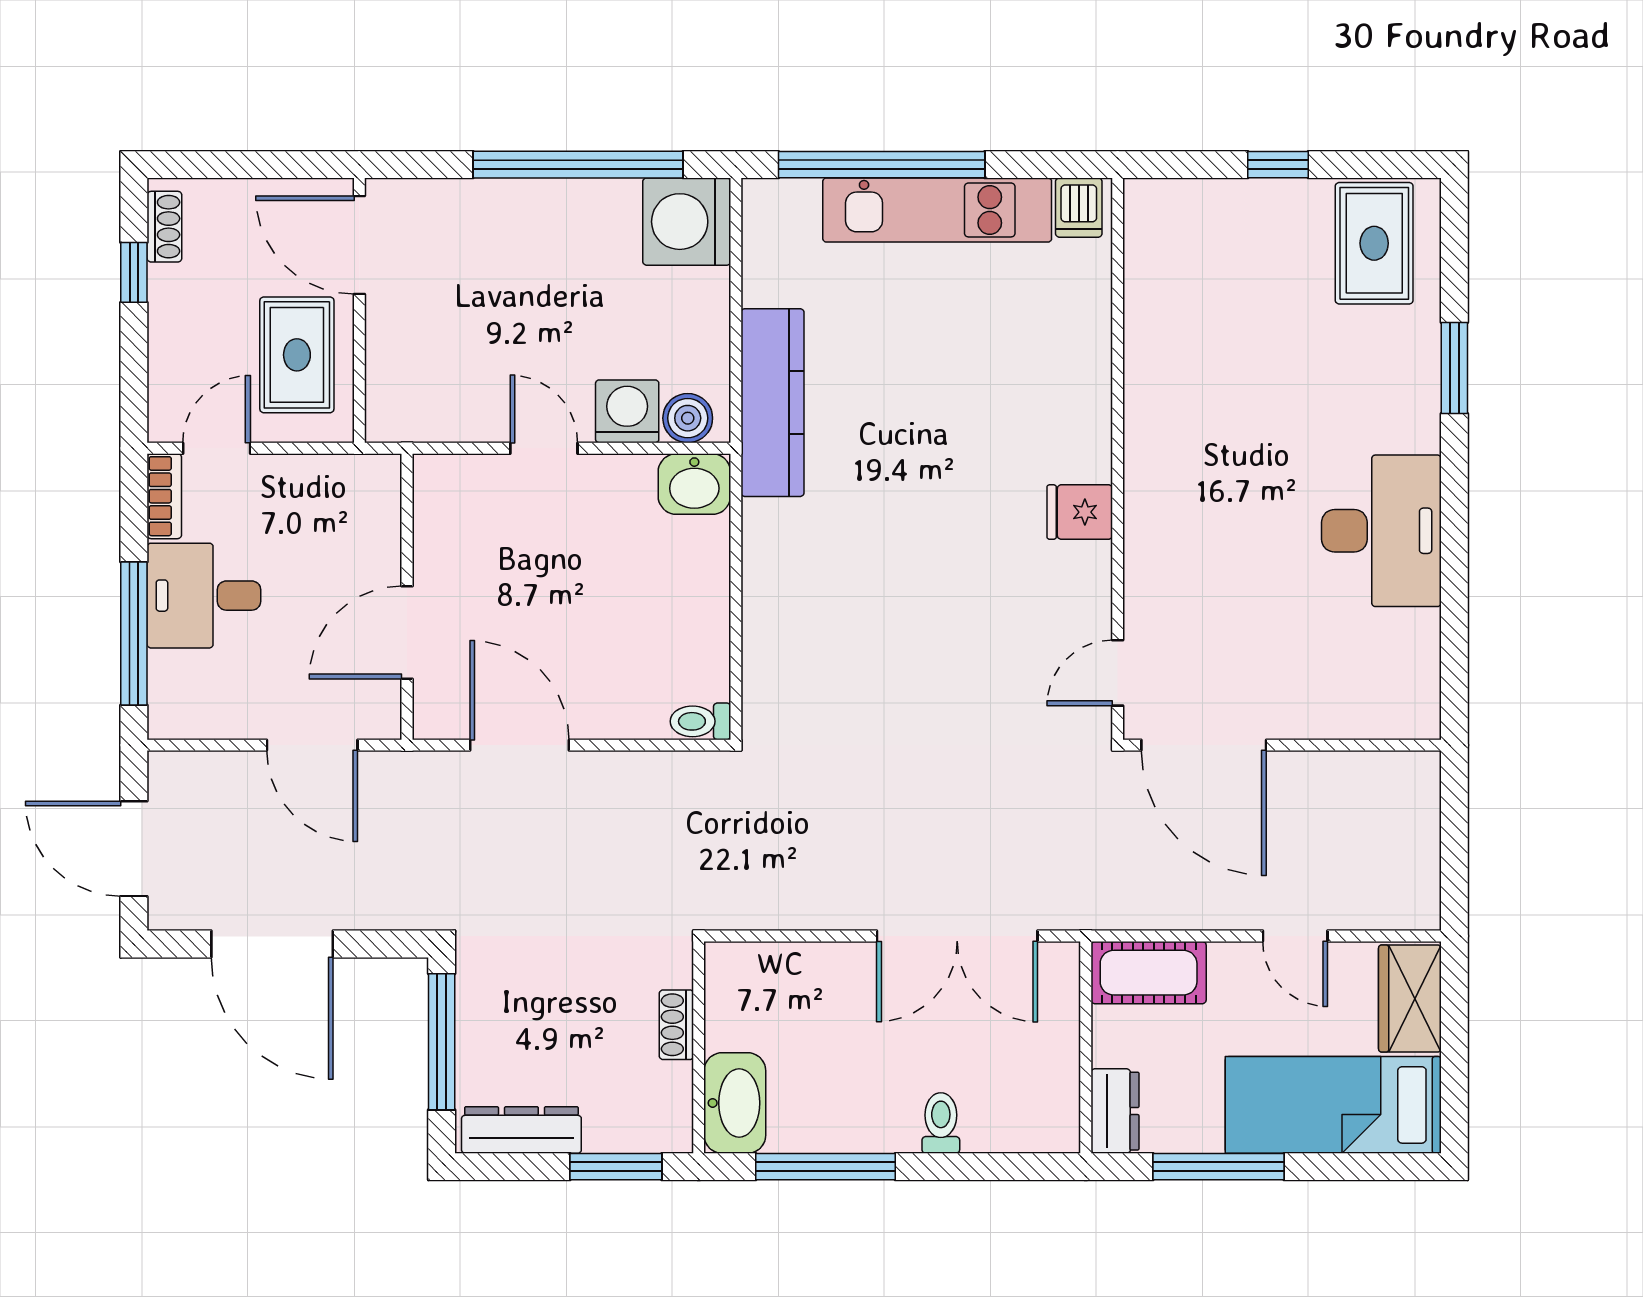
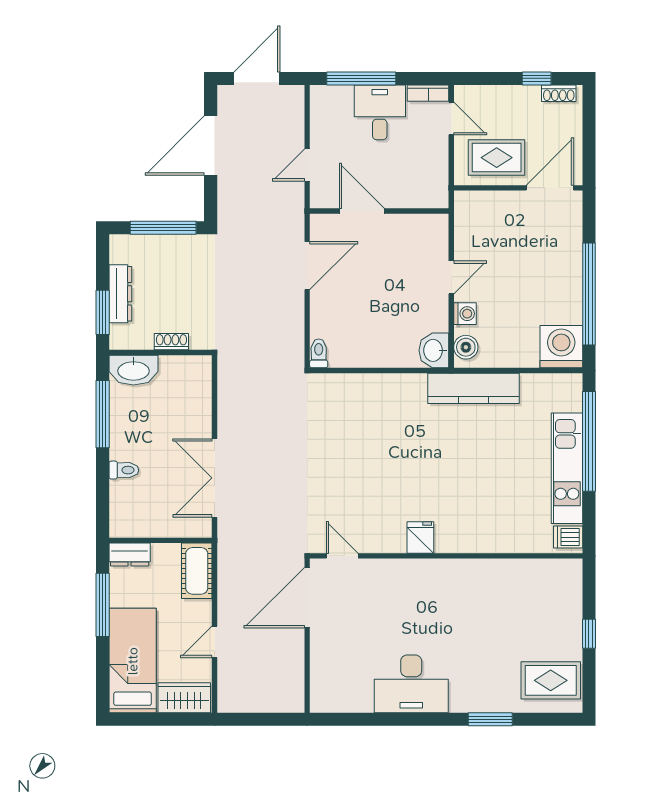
washing machine: (627, 411) -> (465, 314), width x0.73, depth x0.73
door: (312, 745) -> (307, 165), width x0.73
dresser: (521, 1130) -> (120, 294), moved

